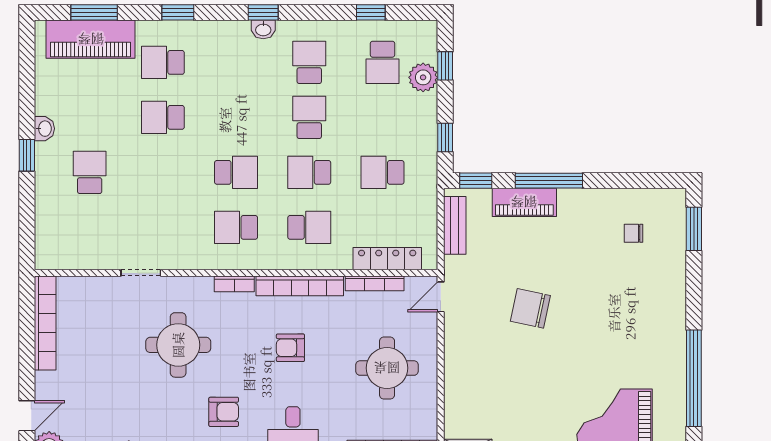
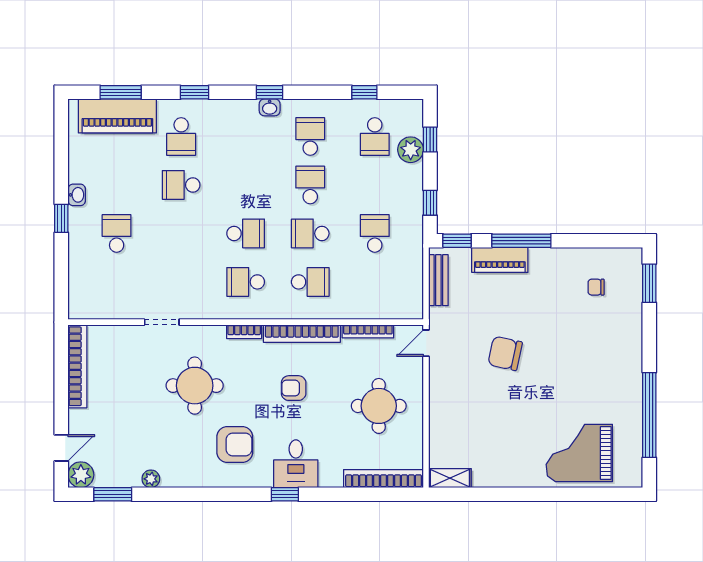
school desk: (163, 62) -> (181, 137), turned -90
school desk: (382, 172) -> (375, 233), turned 90
locker: (387, 259) -> (379, 309), removed
armchair: (224, 412) -> (235, 445), width x1.38, depth x1.38

